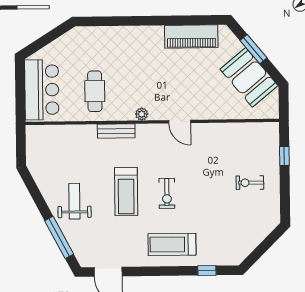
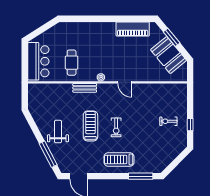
window: (284, 156) -> (190, 125), moved
treadmill: (126, 192) -> (90, 126), turned 180
window: (207, 271) -> (141, 176), width x2.17

